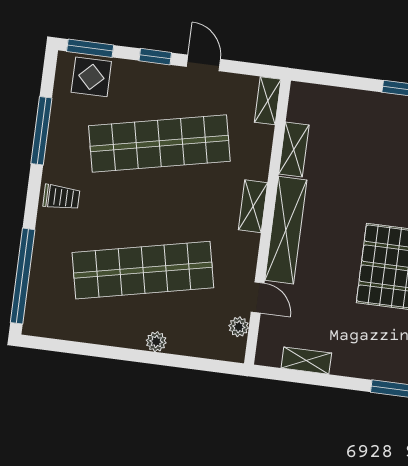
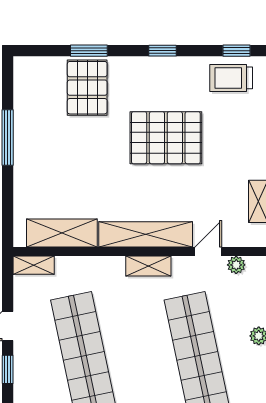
shelving: (294, 149) -> (62, 233), width x1.50, depth x1.33
shelving: (253, 206) -> (148, 266), moved

